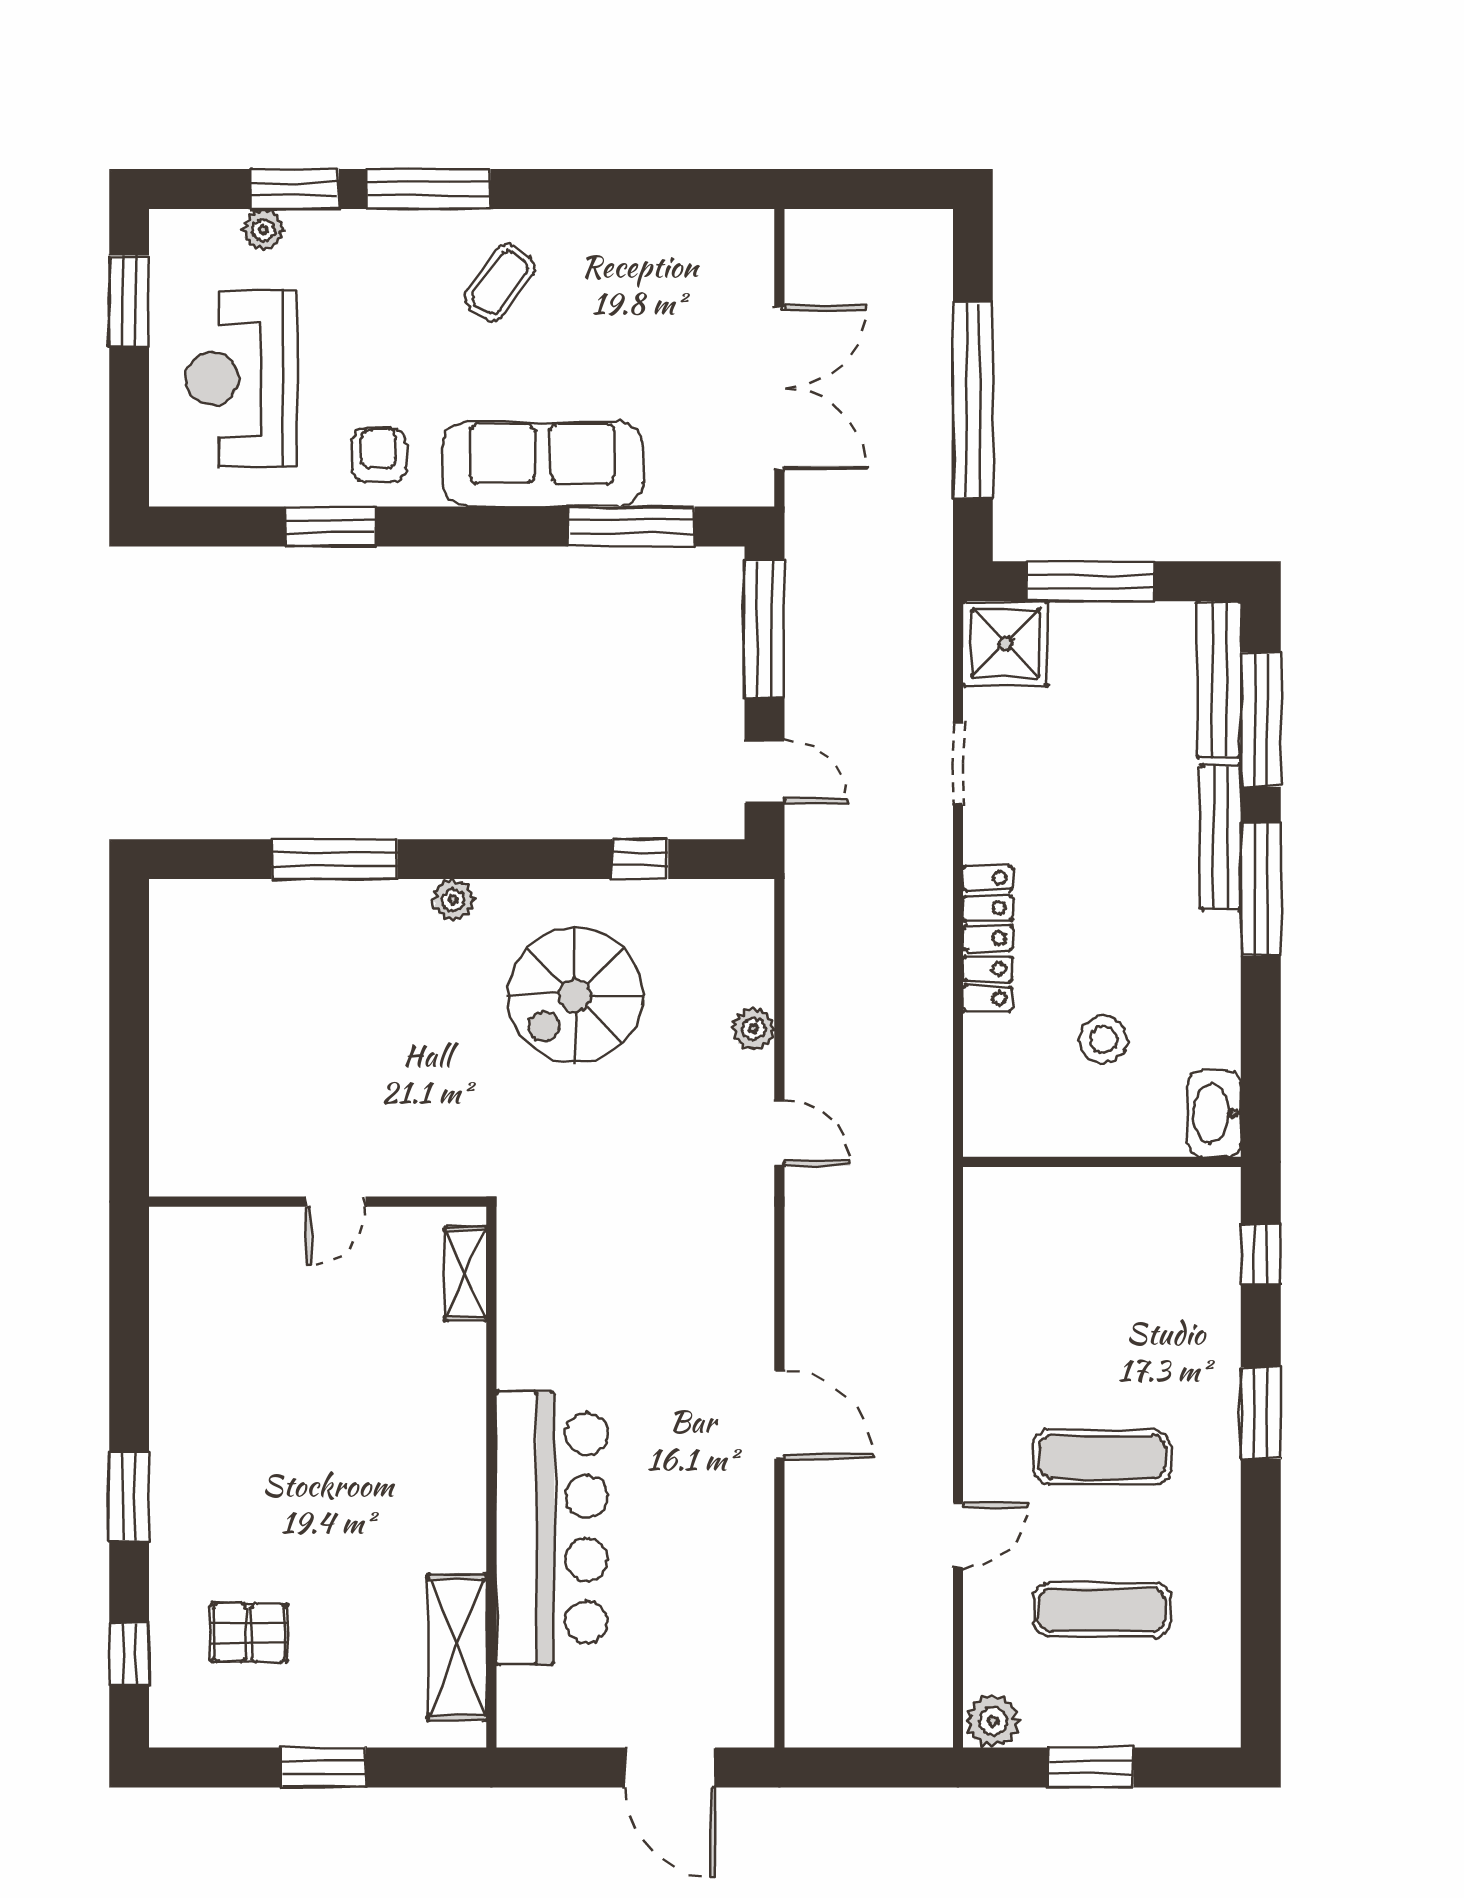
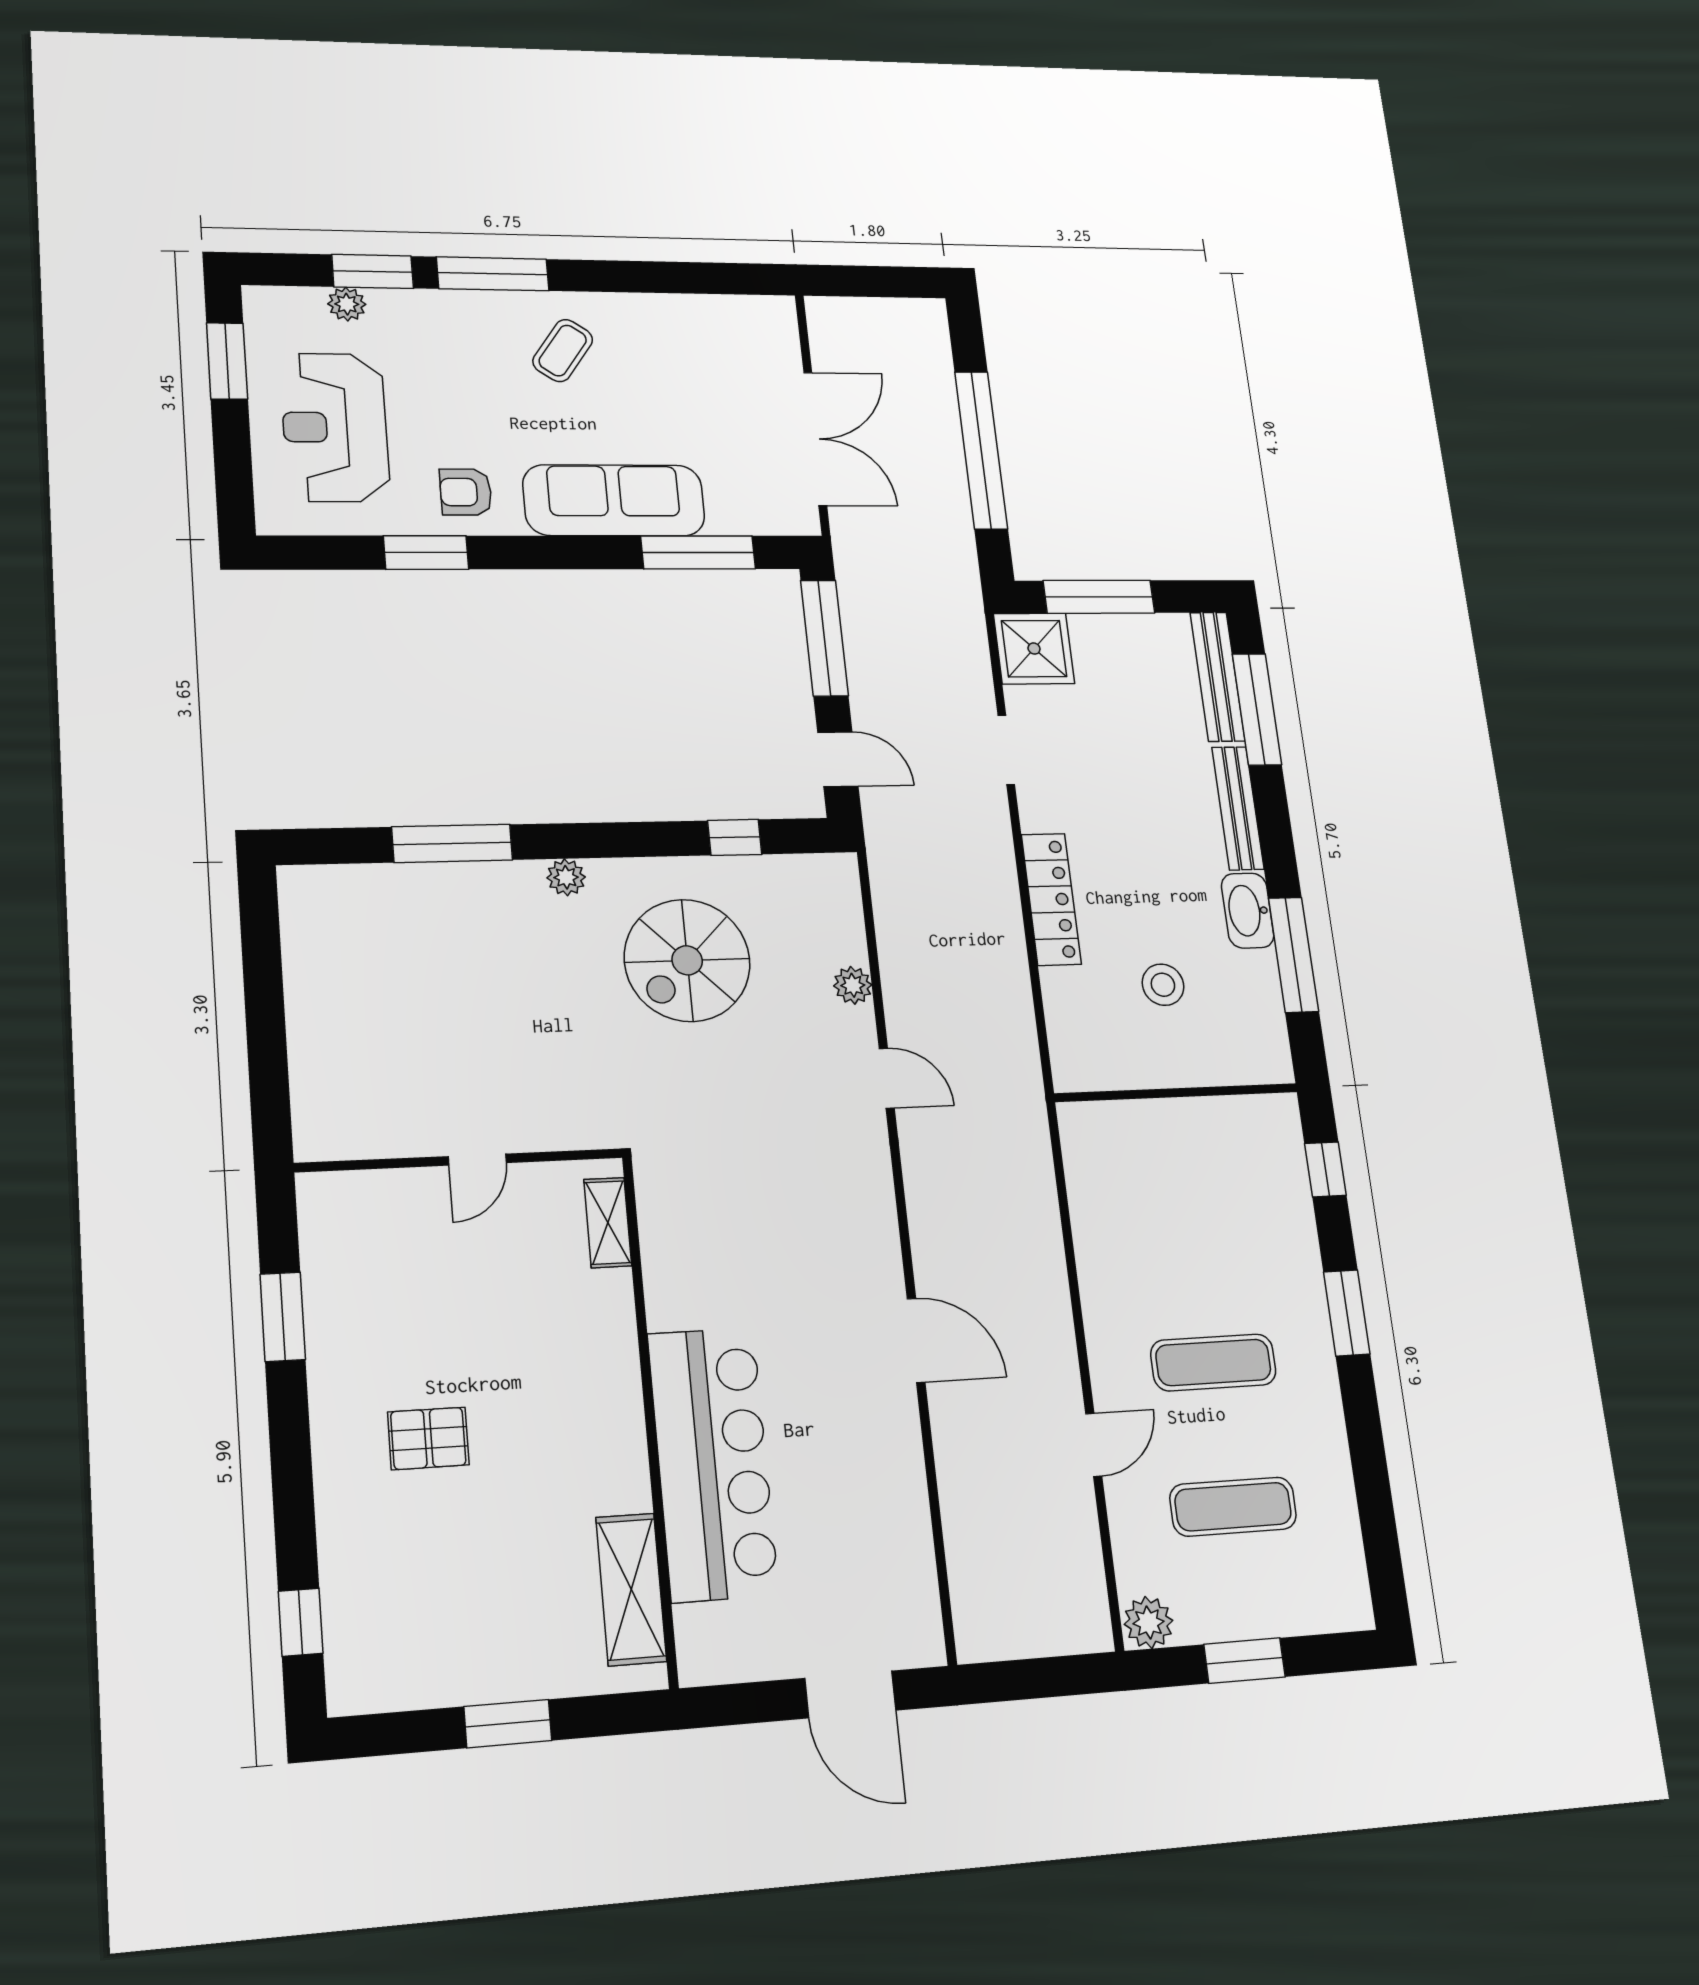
armchair: (379, 455) -> (466, 492), turned -90
window: (1261, 889) -> (1293, 955), moved
washbasin: (1214, 1113) -> (1248, 911), moved
window: (129, 1497) -> (283, 1317), moved
pallet: (249, 1633) -> (428, 1438), moved

